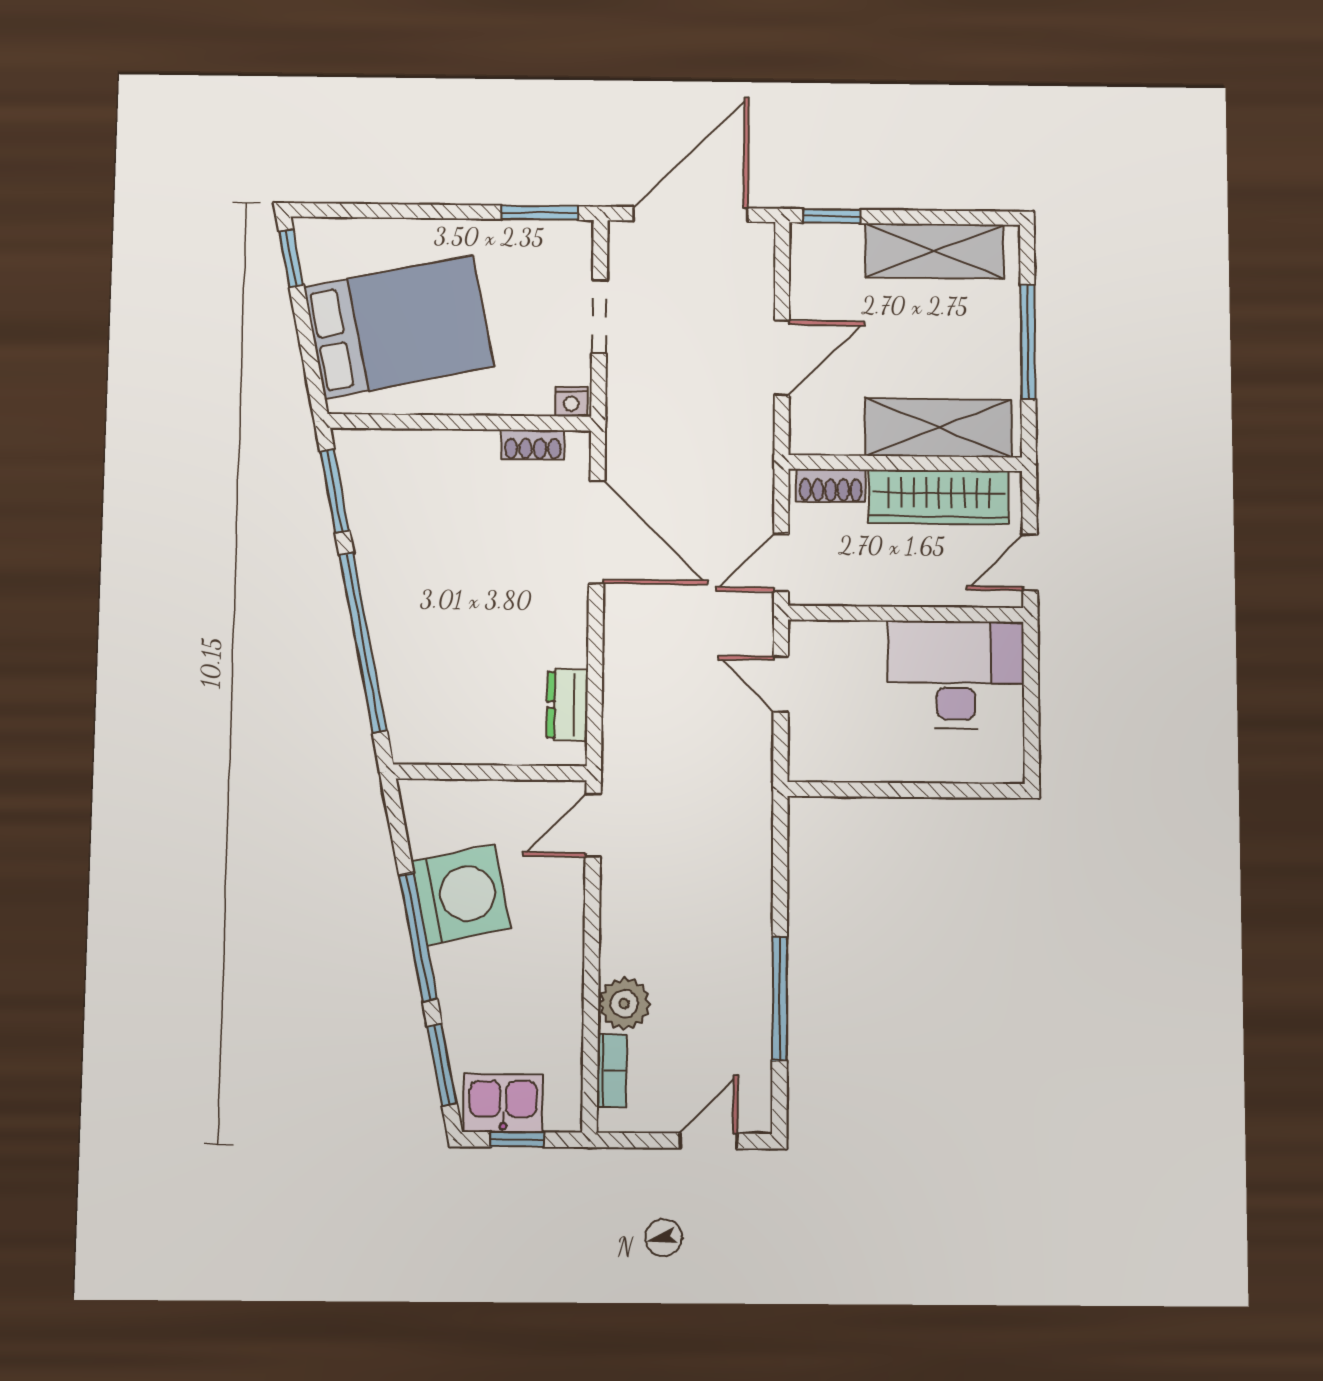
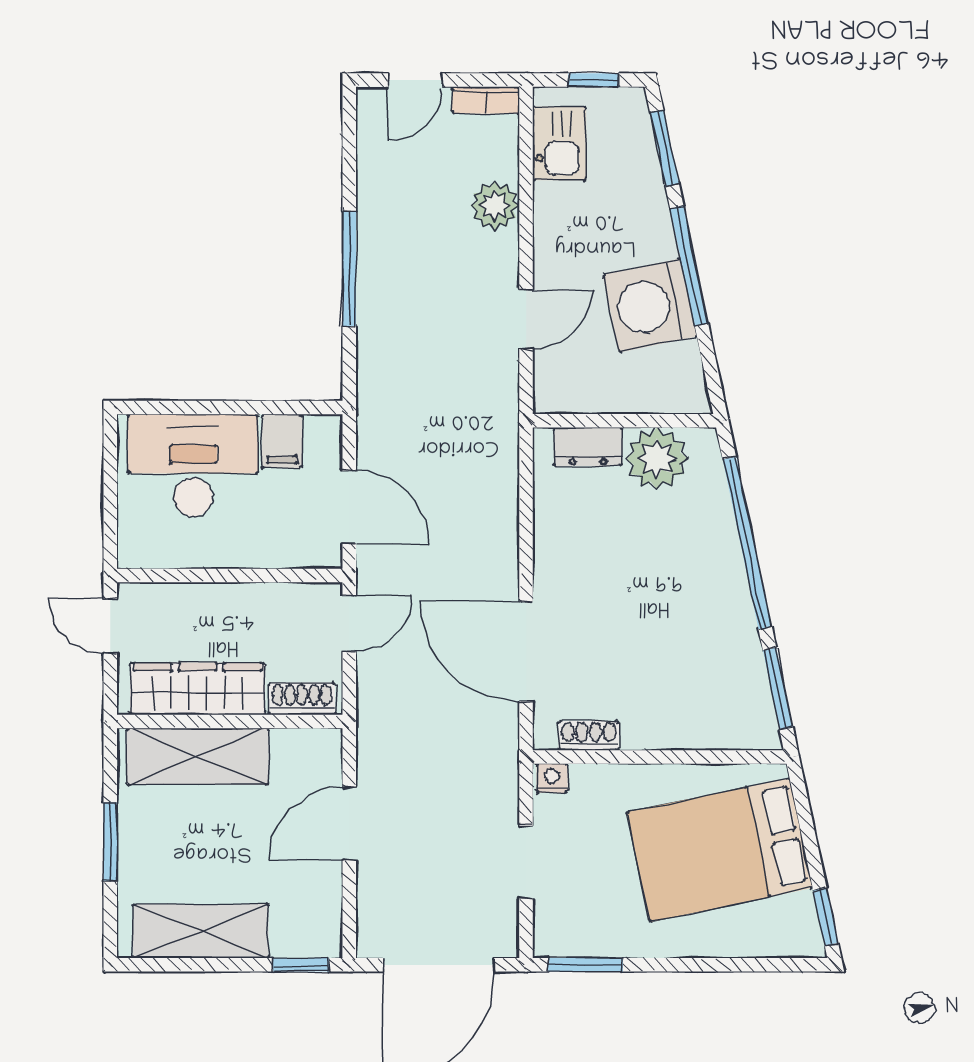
window: (1028, 342) -> (110, 842), width x0.69
door: (1030, 562) -> (110, 626), swing flipped
desk: (956, 675) -> (193, 465), moved, turned 180
door: (781, 684) -> (349, 507), width x1.38
dresser: (567, 705) -> (588, 447), moved, turned 90
plant: (456, 732) -> (657, 459), added
filing cabinet: (851, 754) -> (282, 441), added
door: (593, 825) -> (526, 319), moved
window: (780, 998) -> (349, 269), moved
bookcase: (612, 1071) -> (486, 100), moved, turned -90
kitchen sink: (503, 1103) -> (559, 143), moved, turned -90

